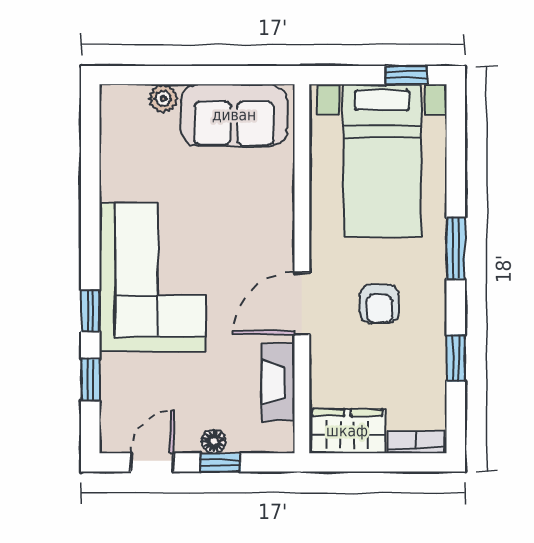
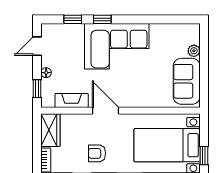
armchair: (379, 304) -> (97, 153), moved
door: (152, 462) -> (37, 46), swing flipped
window: (220, 462) -> (37, 89), moved

